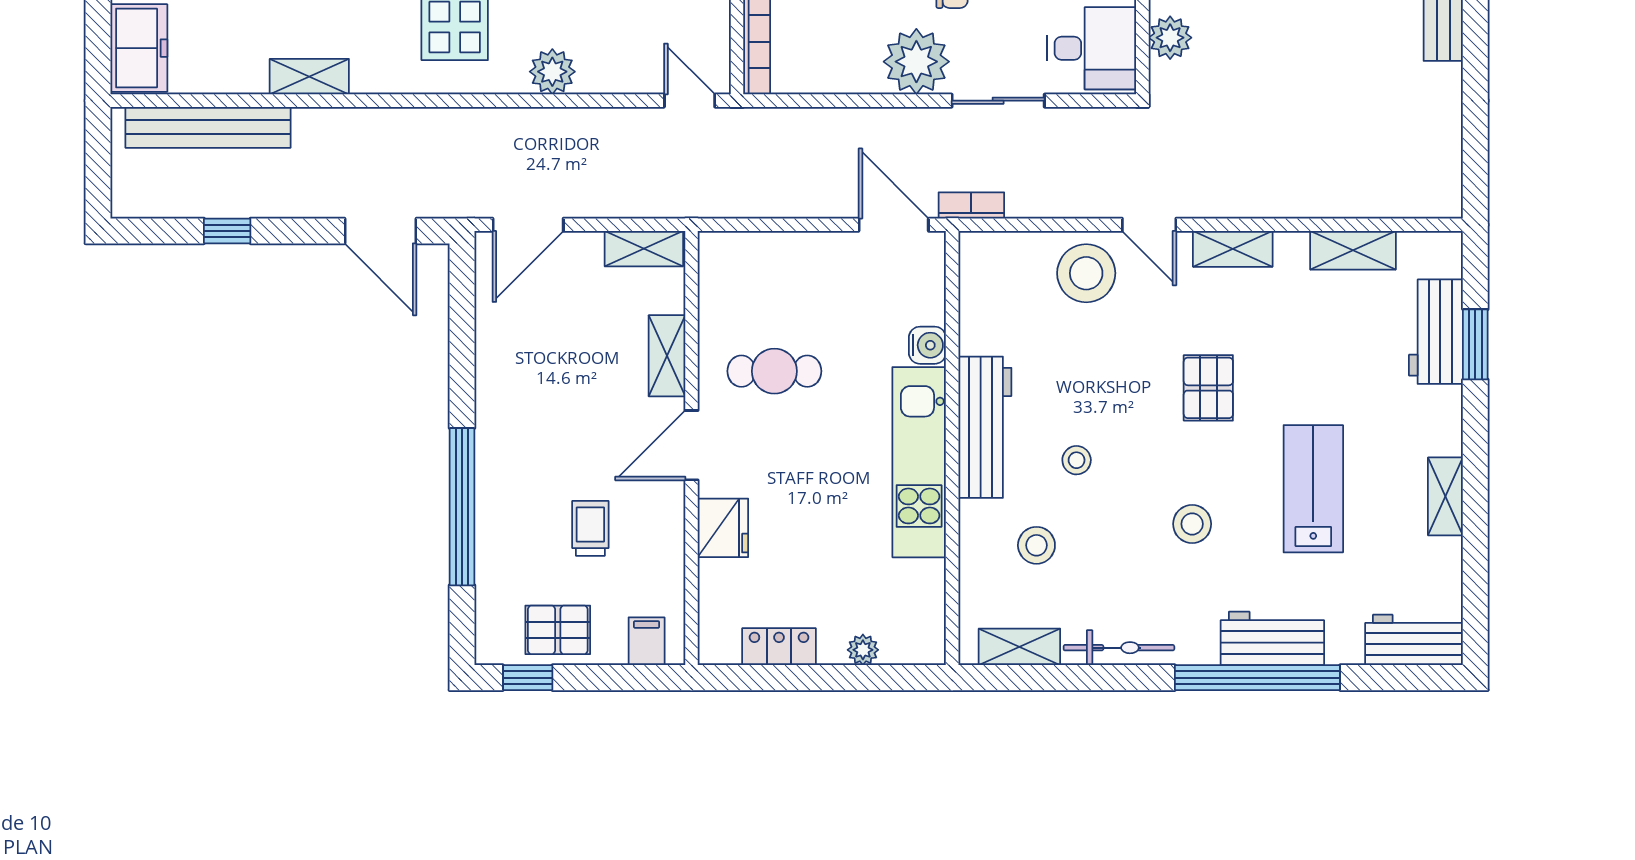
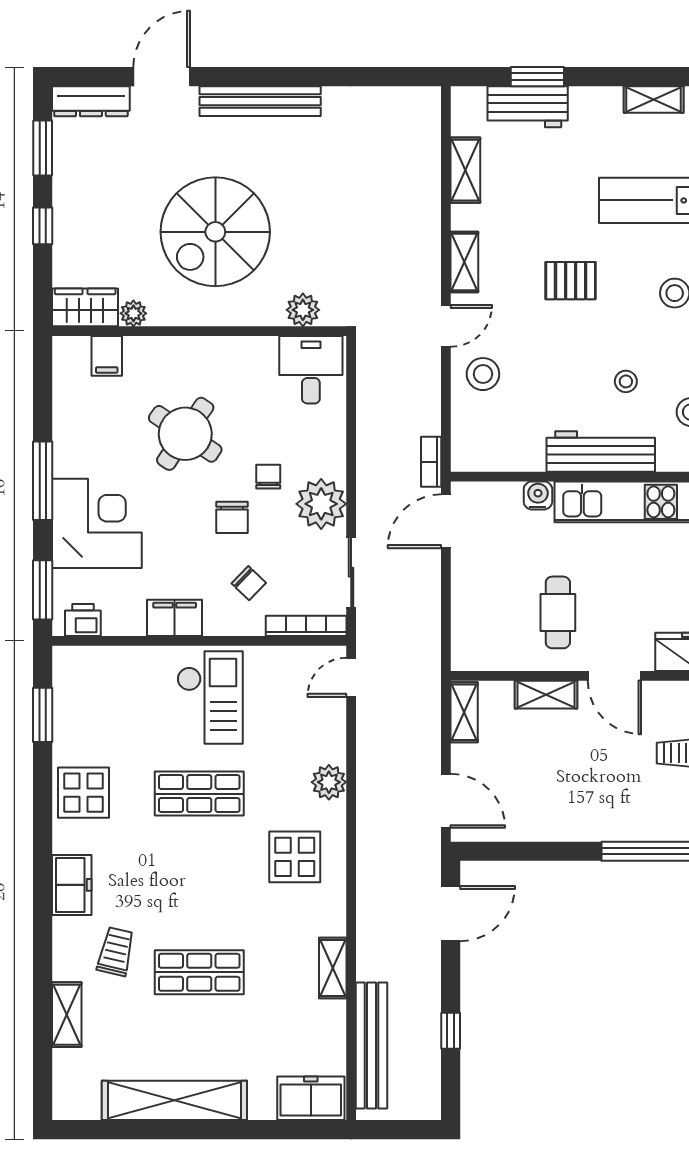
sliding door: (998, 101) -> (351, 572), moved
stool: (1086, 273) -> (483, 374), width x0.73, depth x0.73

